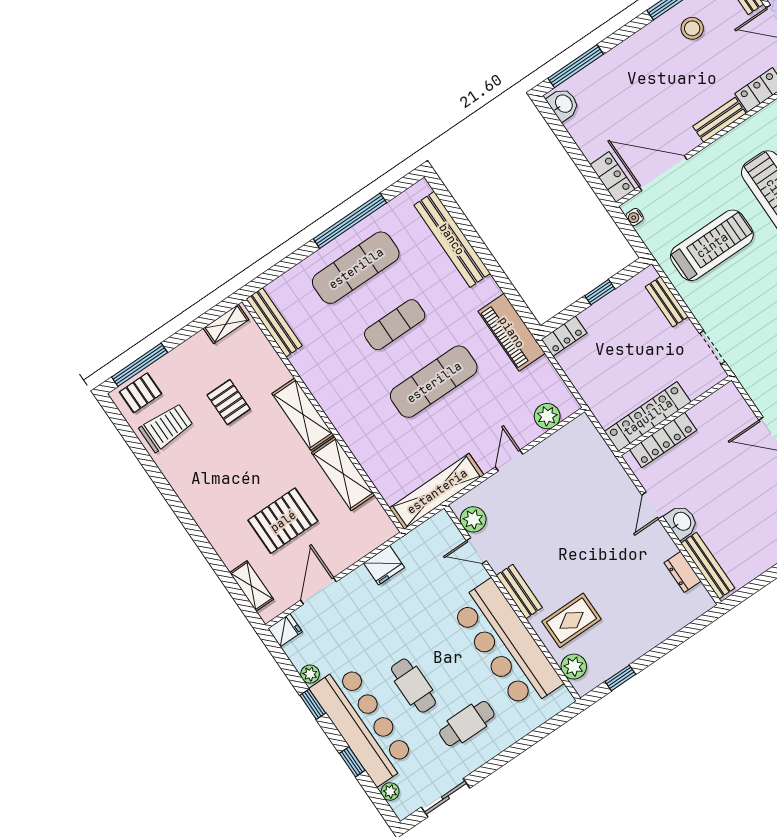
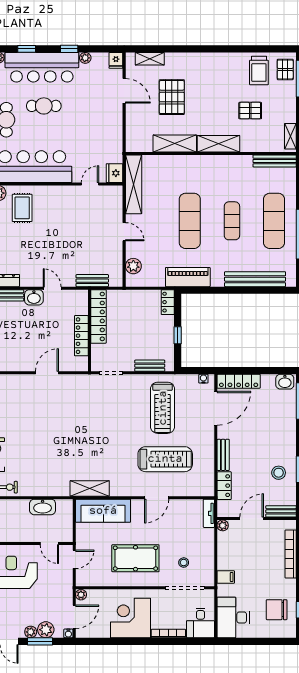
locker: (612, 177) -> (239, 381), width x1.53
locker: (663, 440) -> (81, 336), moved
plant: (473, 519) -> (107, 193), removed
fridge: (384, 565) -> (115, 173), moved
bench: (519, 591) -> (92, 281), moved

